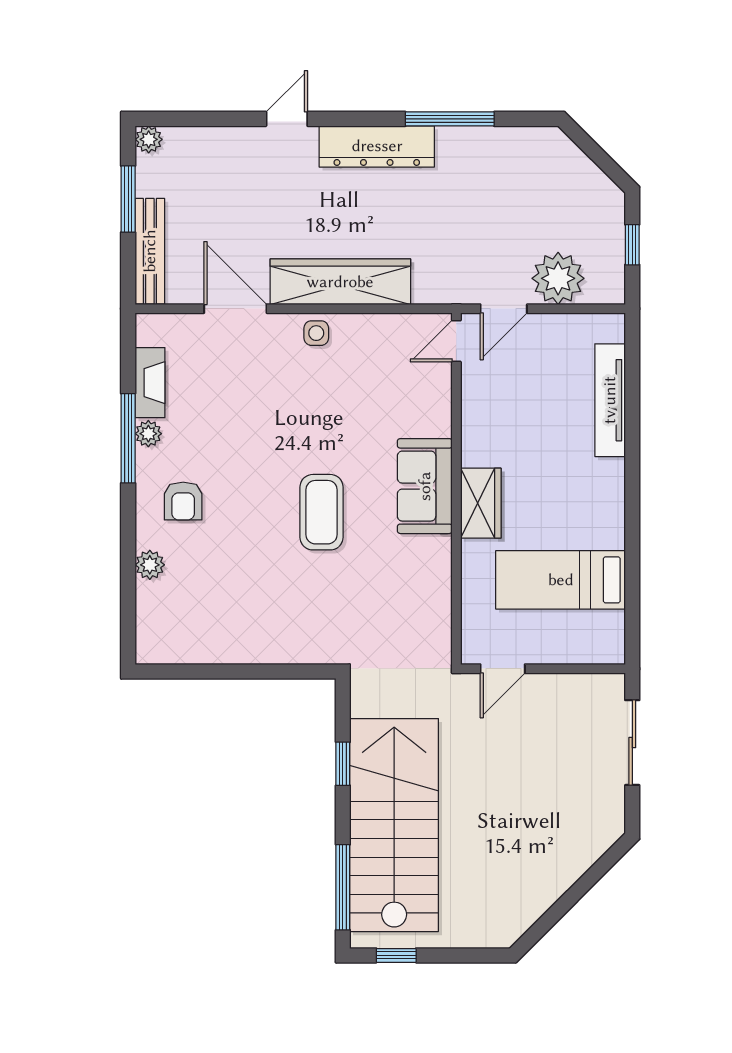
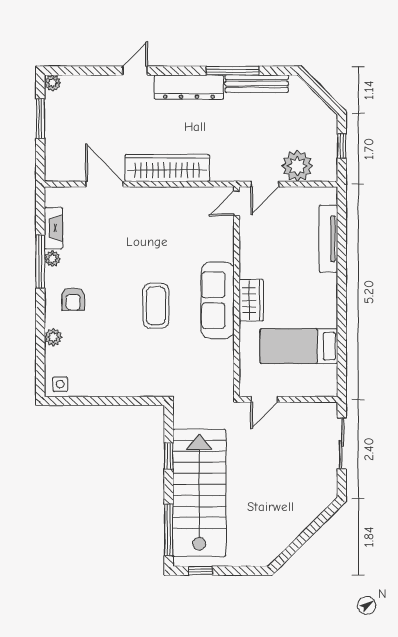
bench: (150, 251) -> (257, 84), moved, turned 90
side table: (316, 333) -> (60, 384), moved
sofa: (425, 486) -> (218, 300), width x1.36

